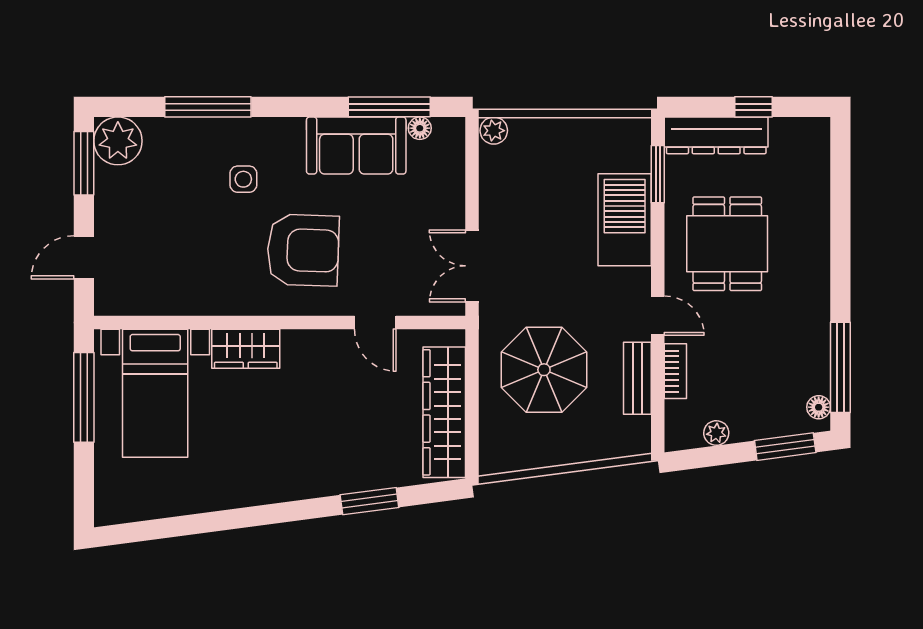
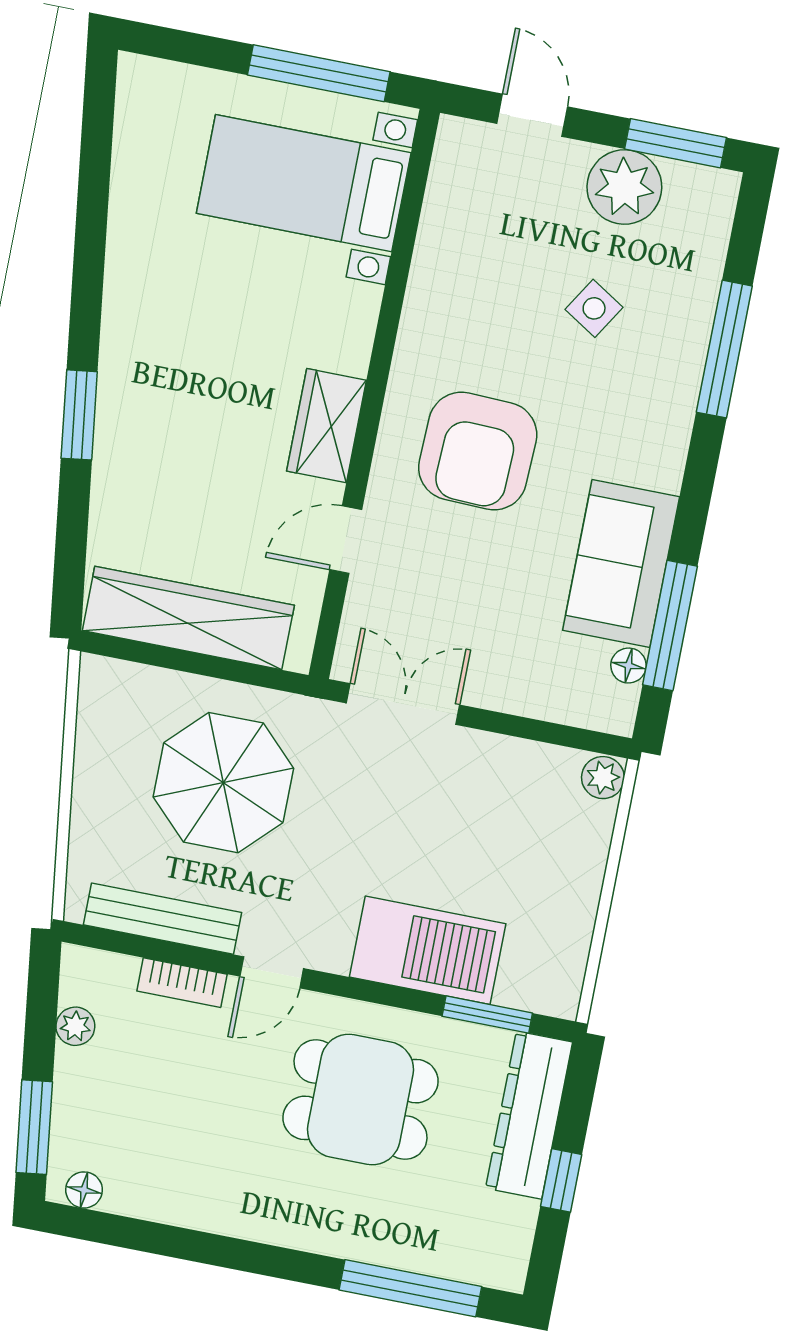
plant: (118, 141) -> (624, 187), moved
side table: (243, 179) -> (594, 308), moved, turned 32
wardrobe: (246, 349) -> (327, 426), moved
window: (840, 367) -> (410, 1288), moved
bench: (637, 378) -> (162, 919), width x1.36
window: (369, 501) -> (79, 415), moved

